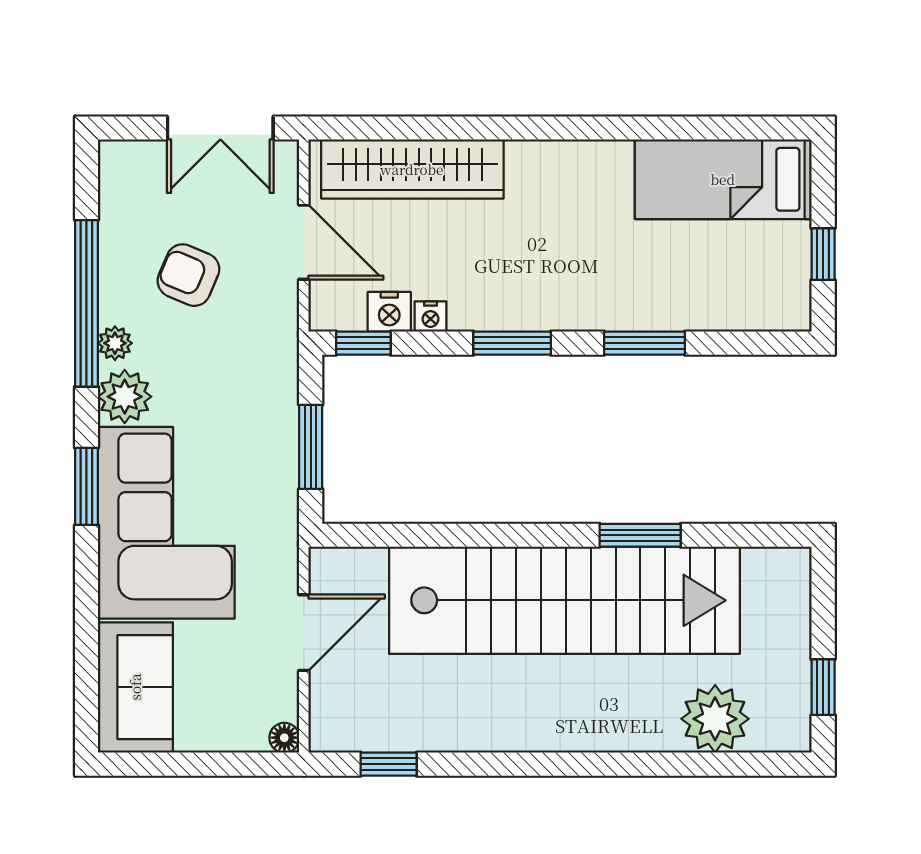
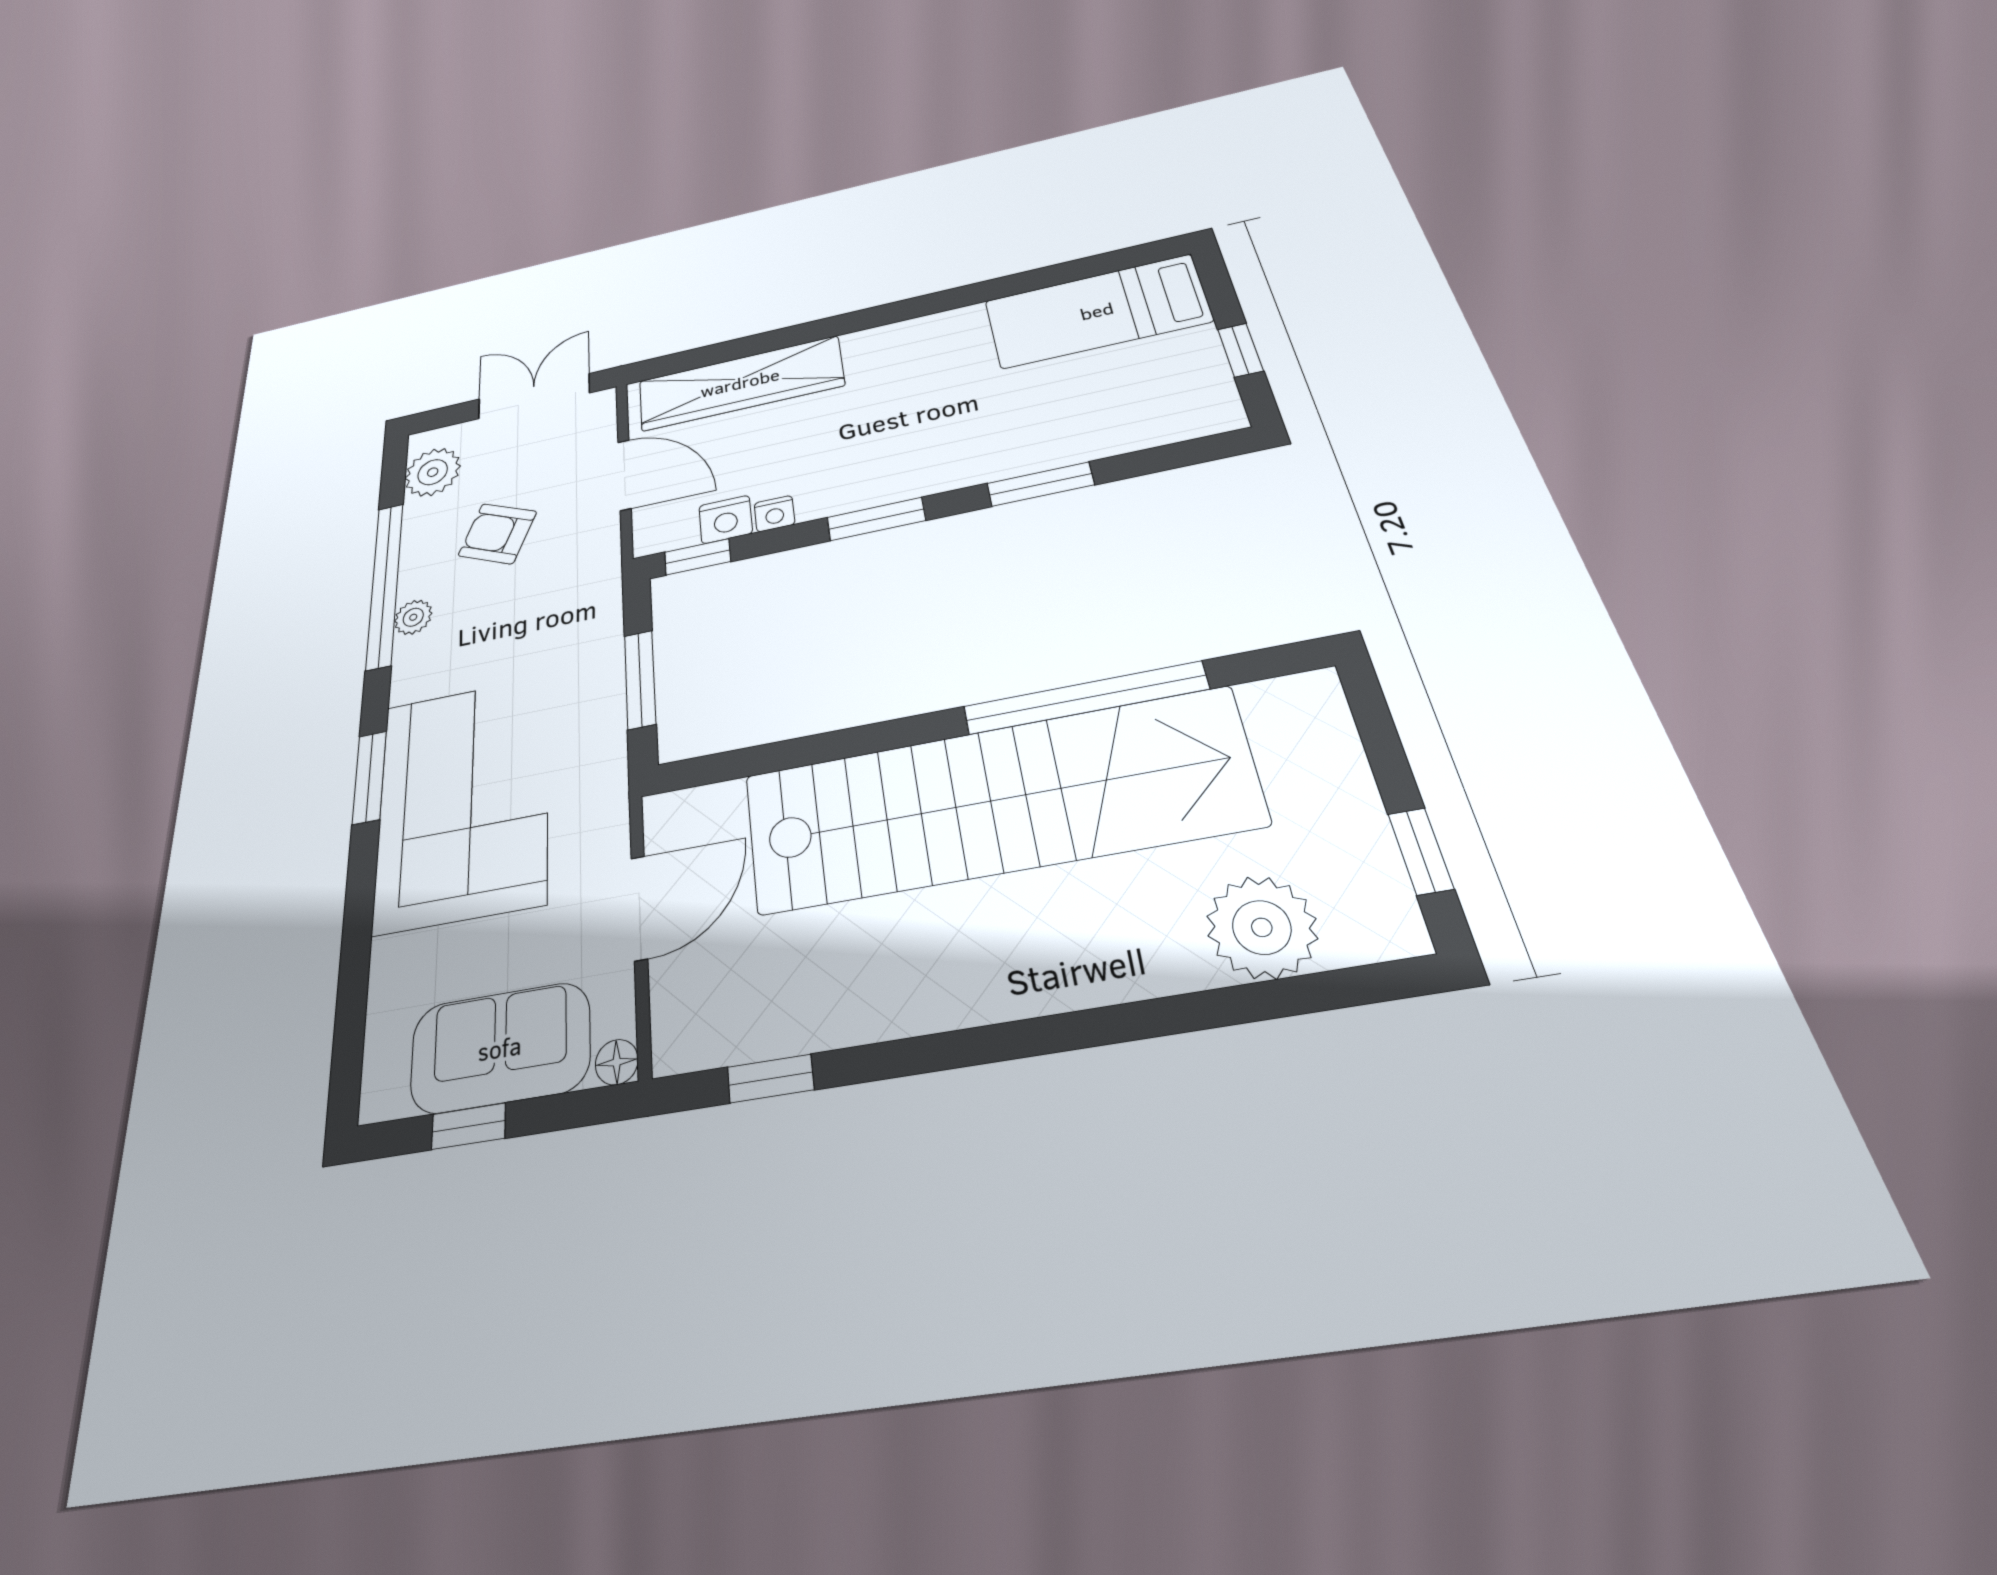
double door: (220, 128) -> (534, 396), swing flipped
plant: (125, 397) -> (433, 472), moved
window: (640, 535) -> (1085, 698), width x2.11
sofa: (135, 687) -> (500, 1048), moved, turned -90
window: (179, 764) -> (469, 1126), added

